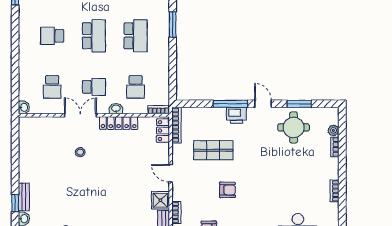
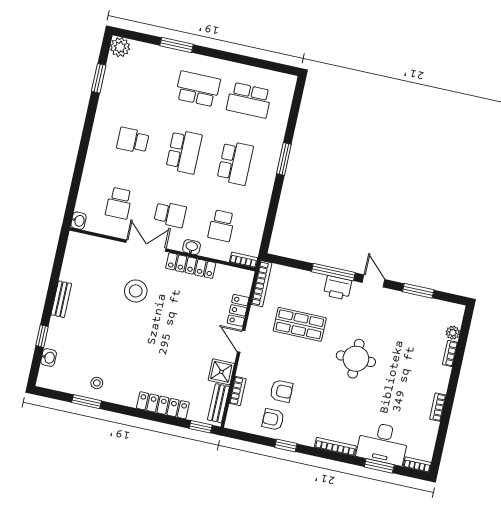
round table: (294, 127) -> (356, 359), moved
locker: (163, 131) -> (238, 310), moved
stool: (80, 152) -> (136, 291), width x1.89, depth x1.89
armchair: (227, 190) -> (281, 391), moved
bench: (24, 197) -> (61, 299), moved

